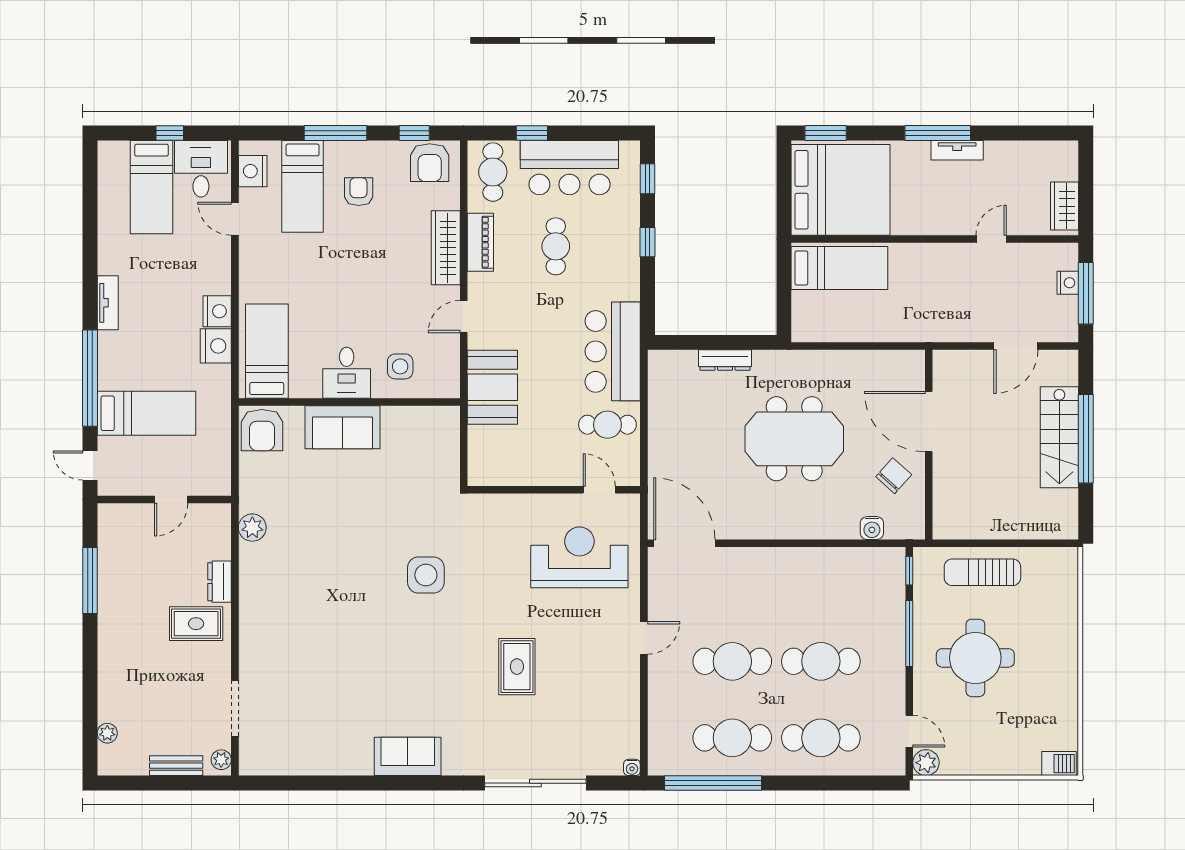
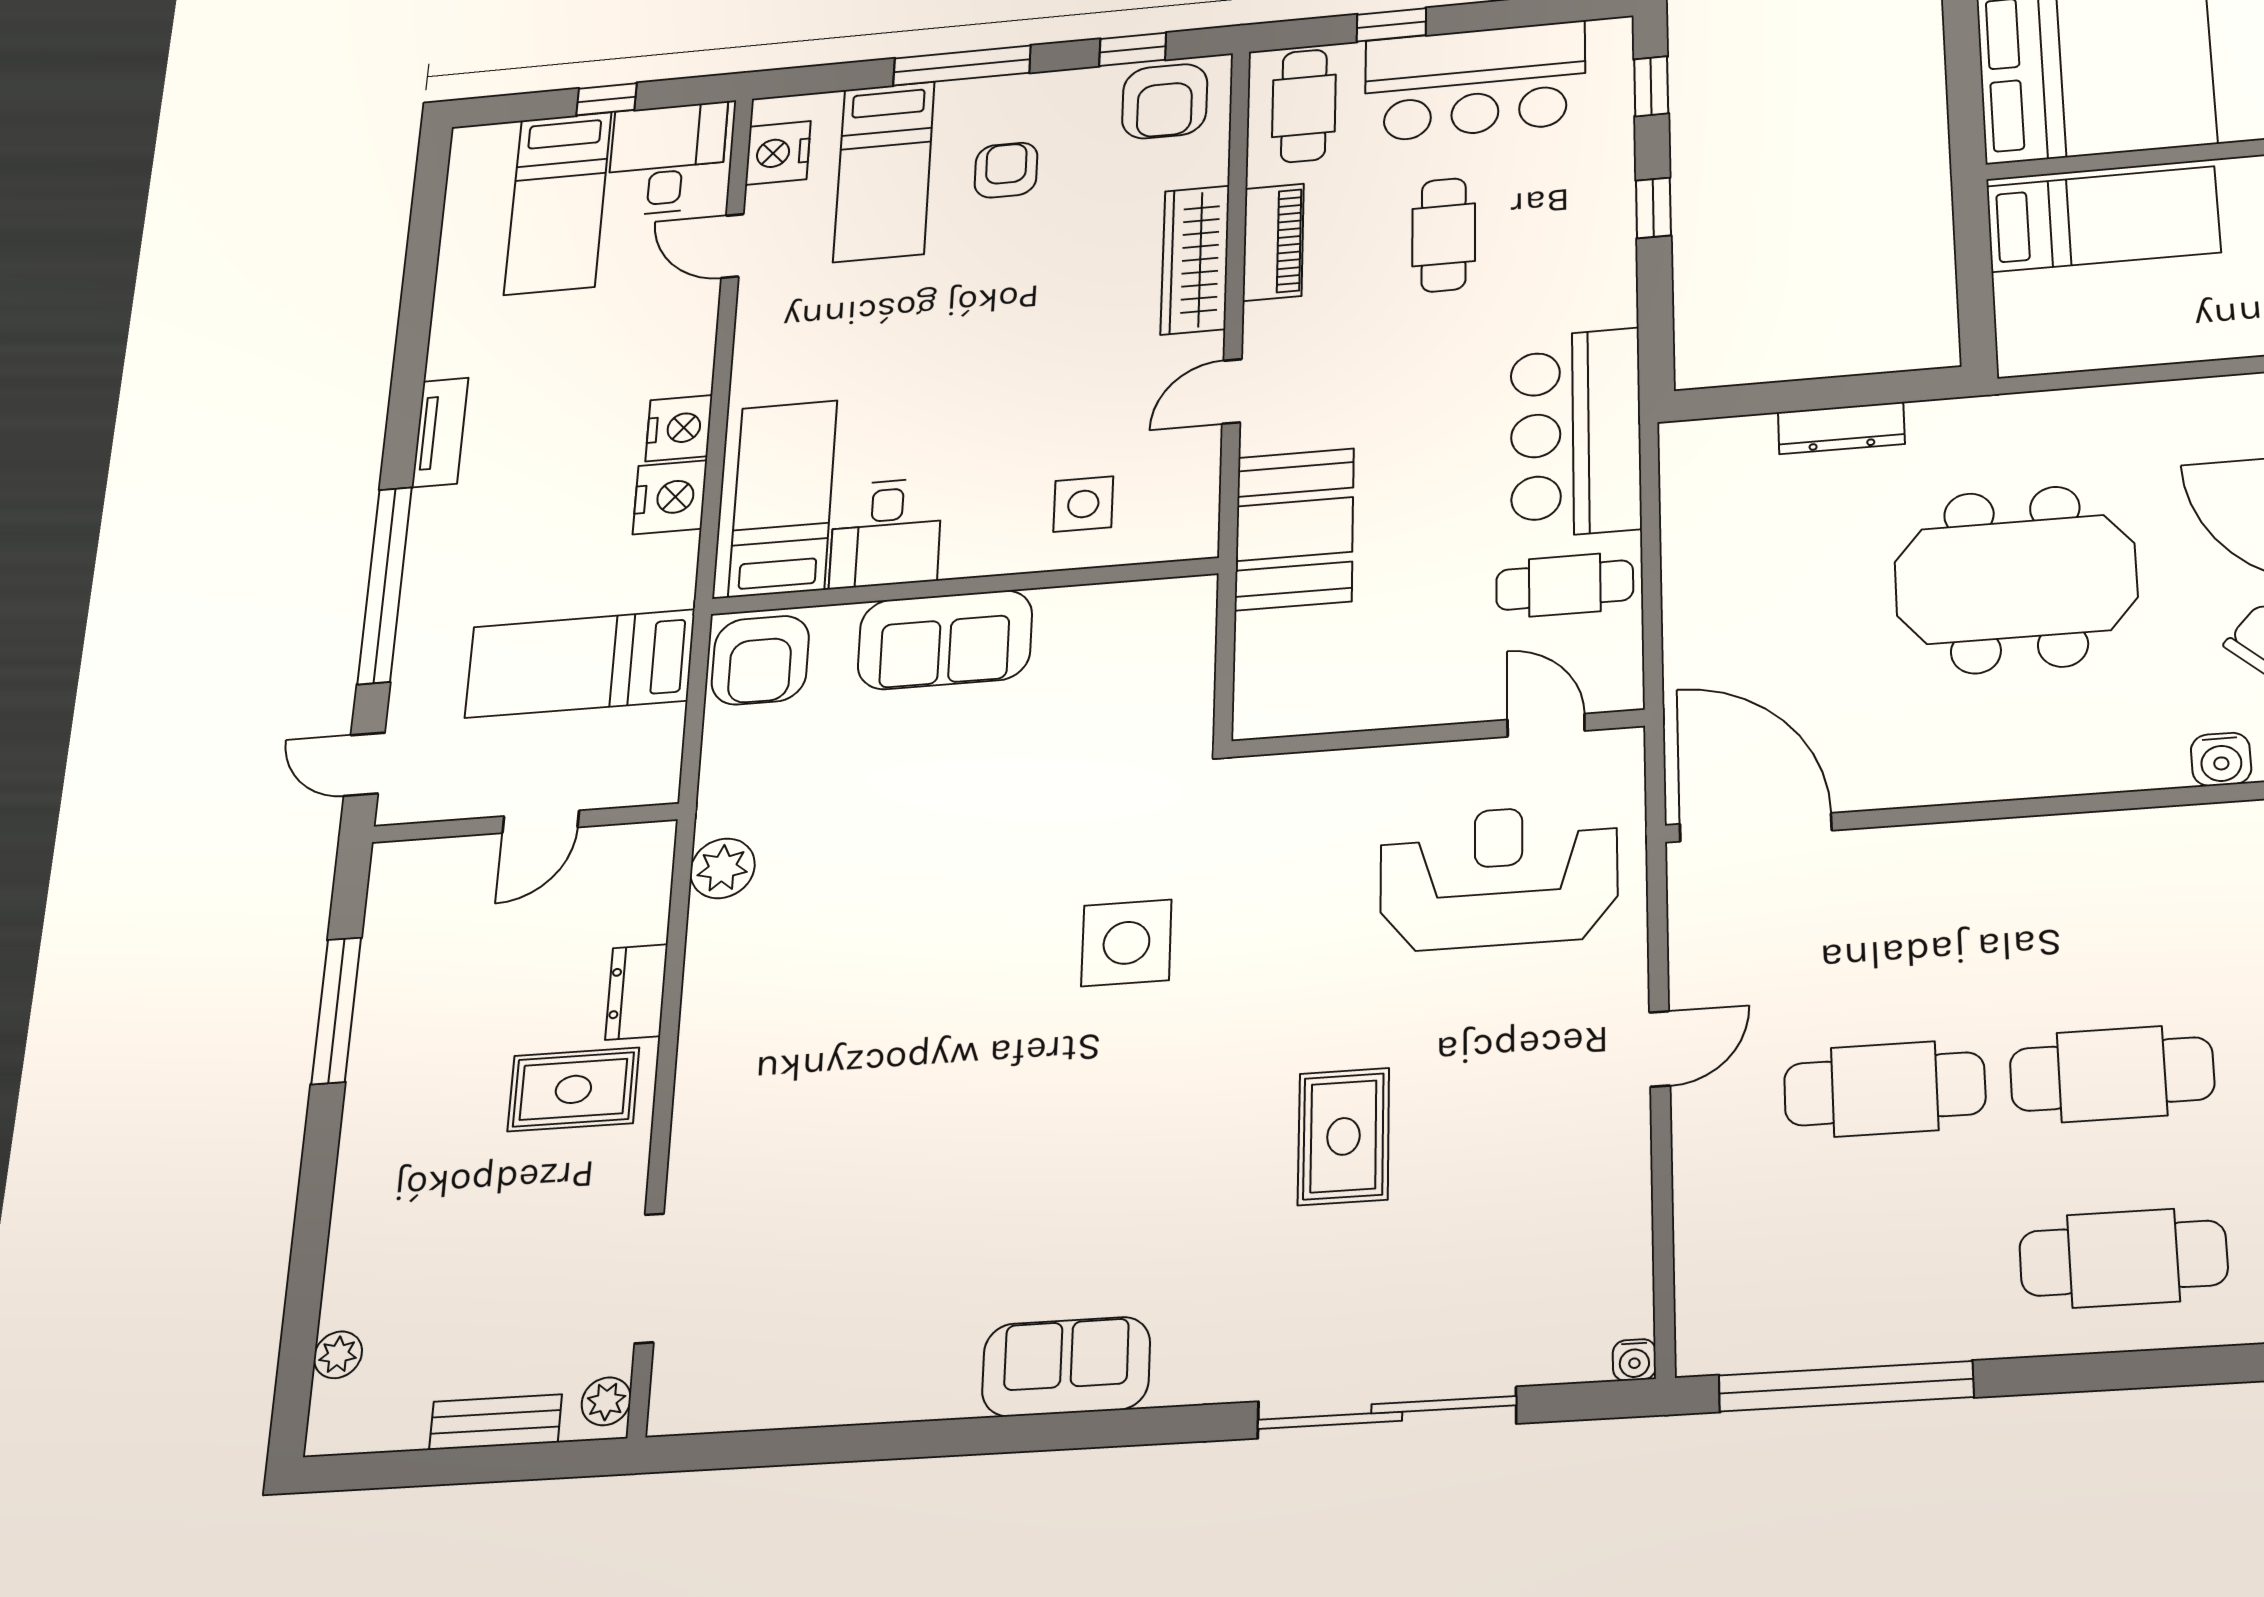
desk: (347, 373) -> (886, 533), moved
bed: (146, 413) -> (580, 664), moved, turned 180
cafe table: (732, 738) -> (1892, 1272), removed

